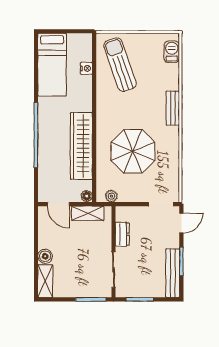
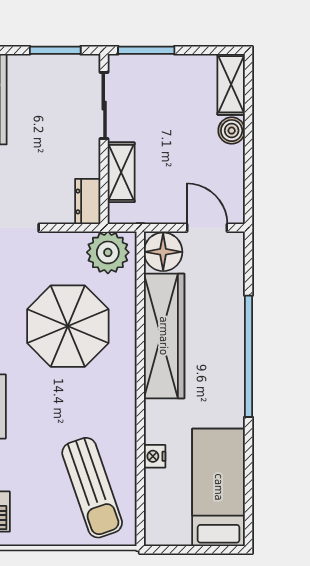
nightstand: (86, 68) -> (155, 456), moved
floor lamp: (87, 196) -> (163, 252), width x1.89, depth x1.89
plant: (111, 196) -> (108, 252), width x1.88, depth x1.88
shelving: (88, 213) -> (121, 172), moved, turned 90
dresser: (122, 234) -> (88, 201), moved

